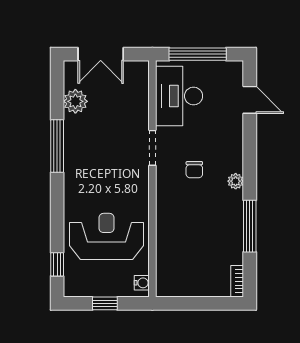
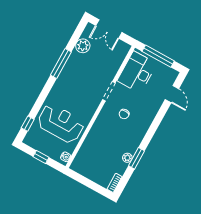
plant: (236, 181) -> (127, 158), moved
window: (250, 226) -> (136, 158), width x0.69

